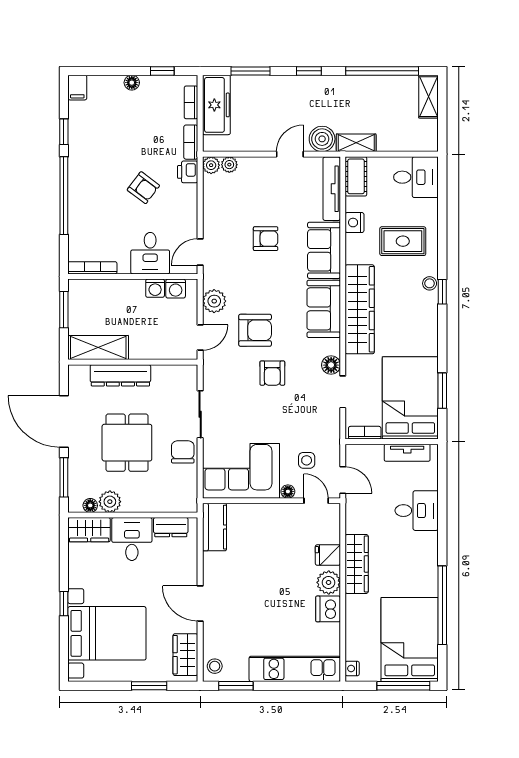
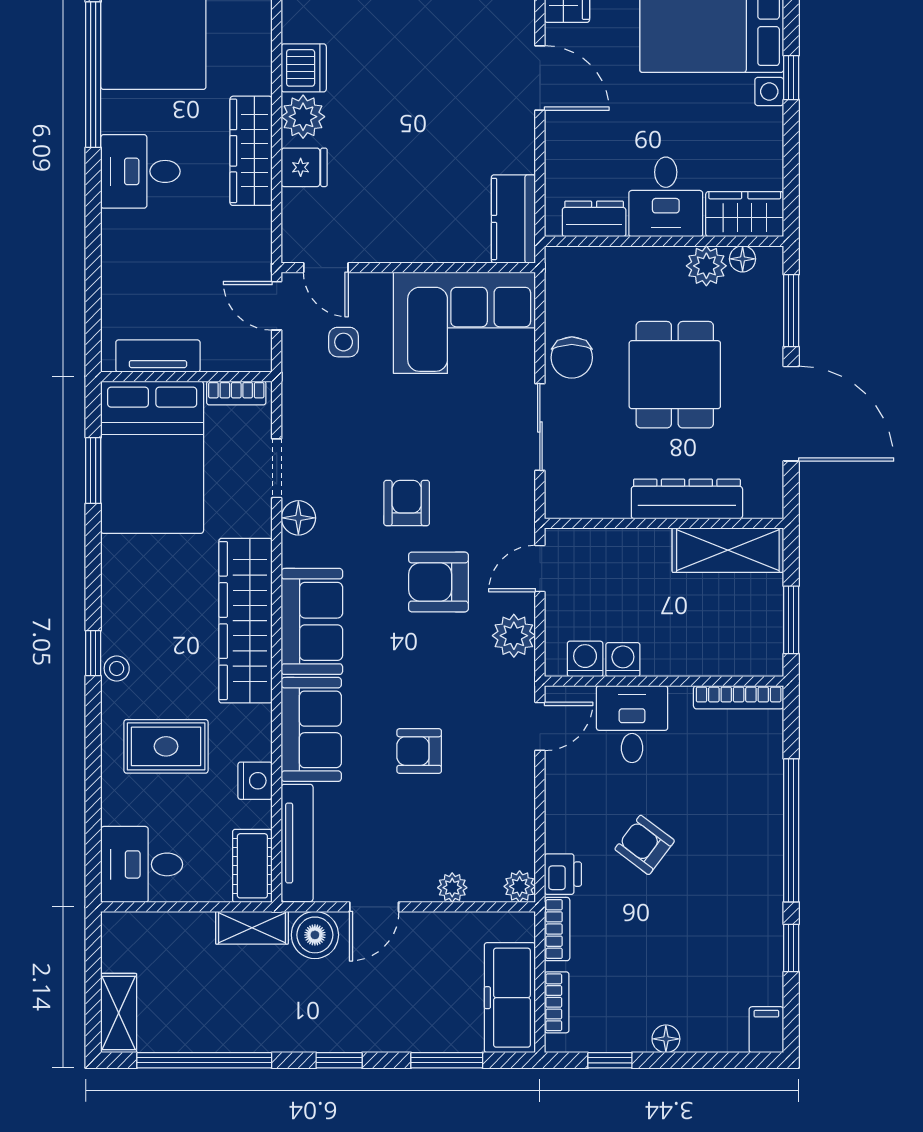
plant: (229, 165) -> (452, 888), moved
floor lamp: (288, 491) -> (378, 285), removed
desk: (417, 511) -> (140, 171), moved

